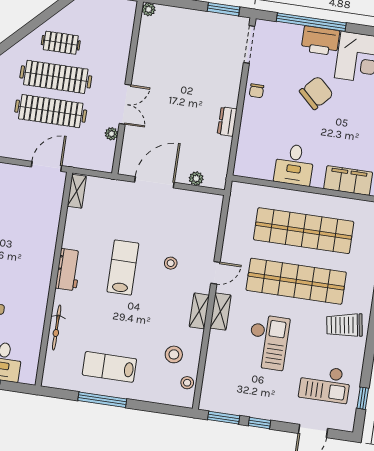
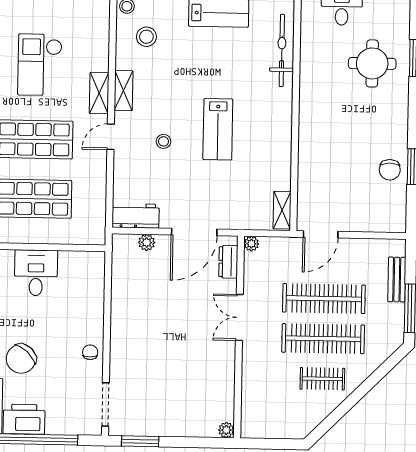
dresser: (227, 122) -> (228, 262), moved, turned 180
plant: (111, 134) -> (251, 244), moved
workbench: (68, 270) -> (136, 216), moved, turned 90
bicycle: (57, 328) -> (282, 50), width x1.37, depth x1.40

